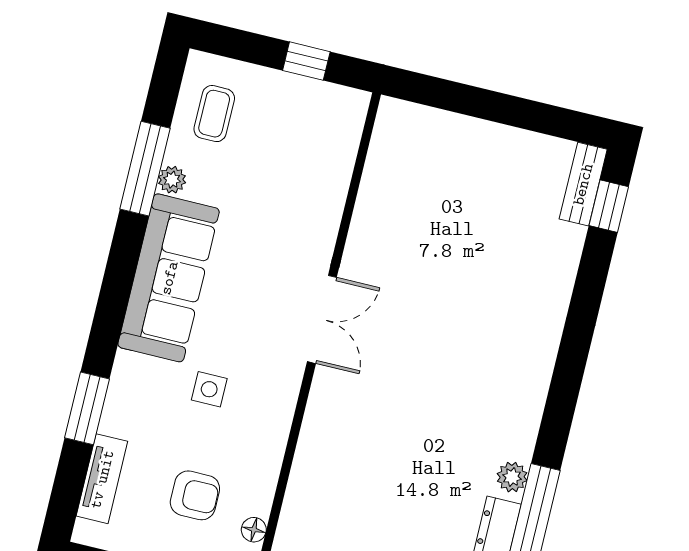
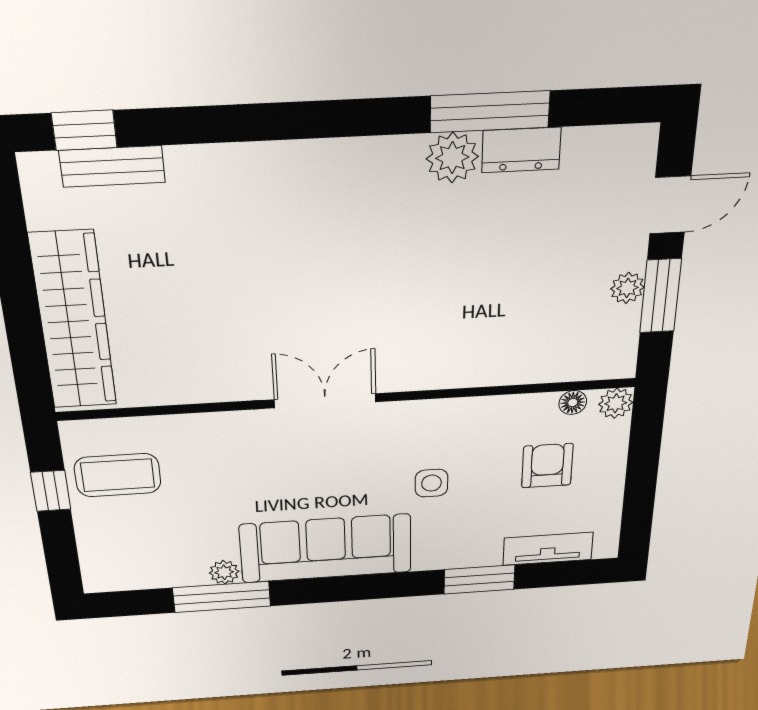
coffee table: (214, 114) -> (118, 475), moved, width x1.36, depth x1.30
wardrobe: (458, 140) -> (73, 321), added
bench: (583, 184) -> (112, 166), moved
plant: (512, 477) -> (452, 158), width x1.38, depth x1.38

